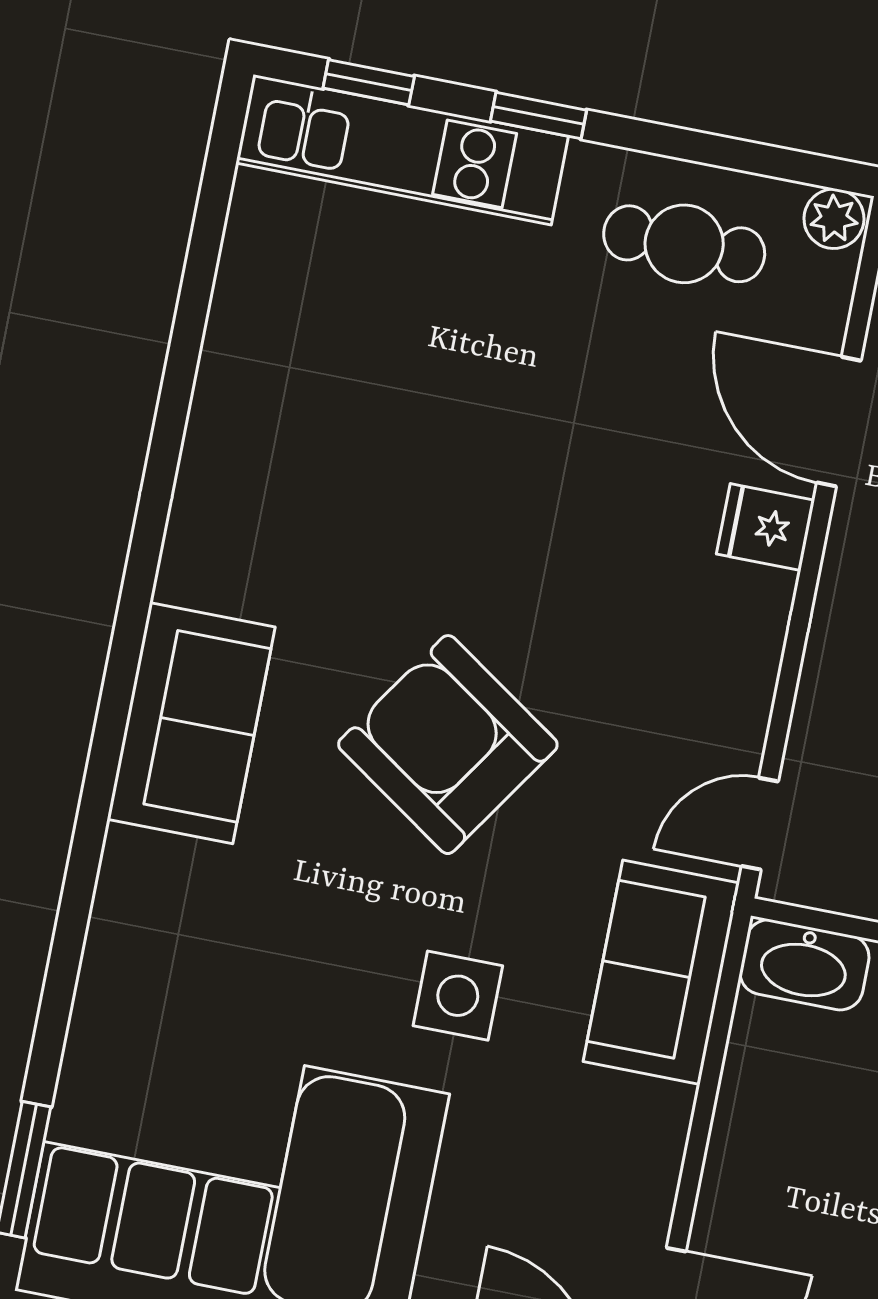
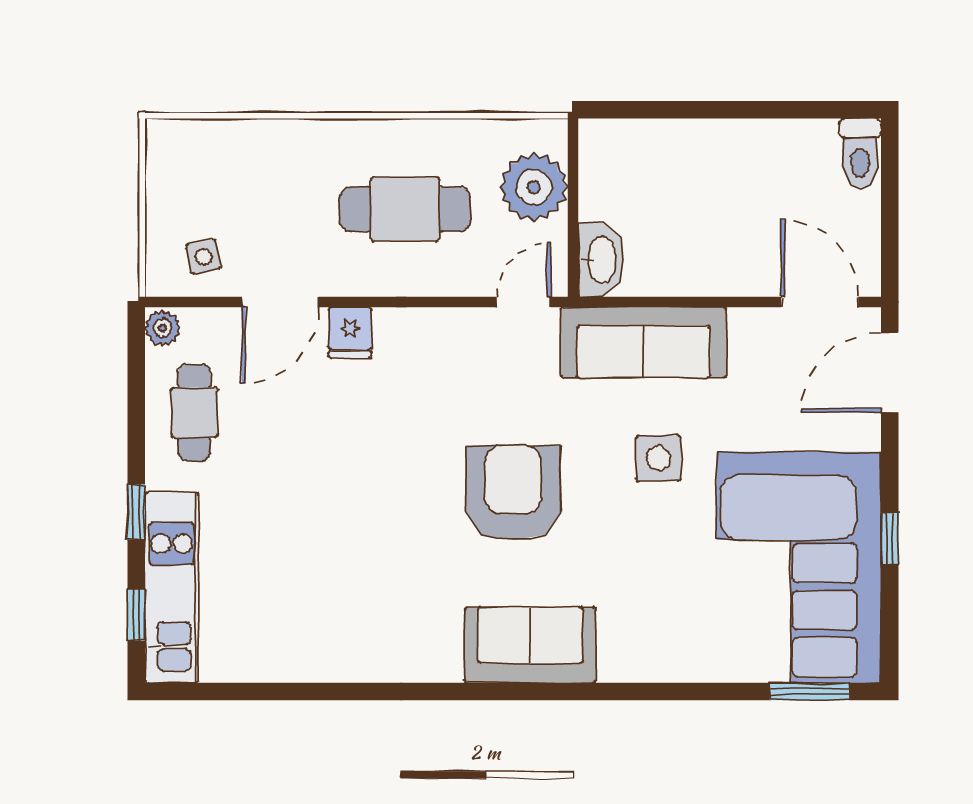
armchair: (448, 745) -> (513, 493), turned 146
door: (760, 824) -> (524, 302), swing flipped
sofa: (661, 972) -> (644, 342), width x1.36

